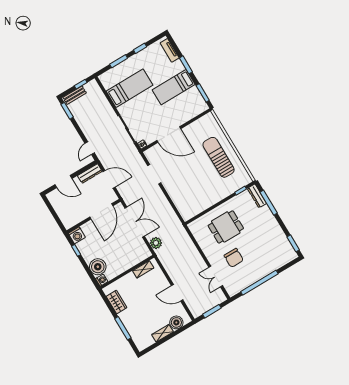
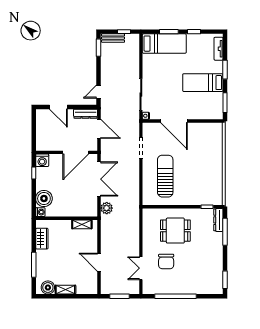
bed: (130, 88) -> (164, 44), moved
sun lounger: (219, 157) -> (165, 176), moved
boiler: (176, 322) -> (48, 288), moved

